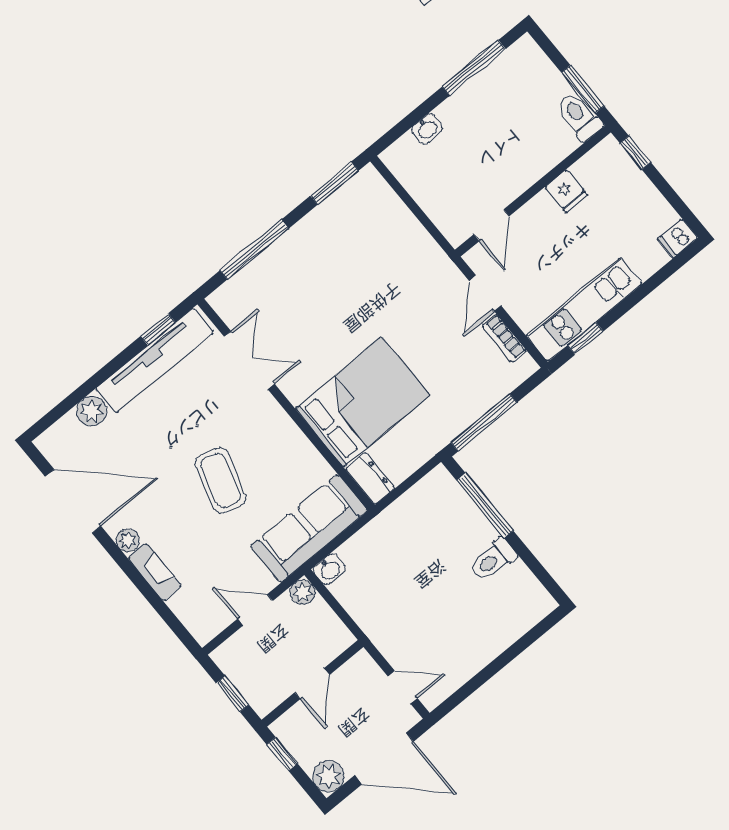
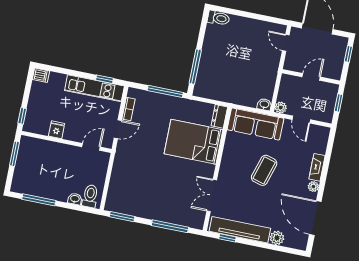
toilet: (579, 116) -> (90, 196), moved, turned 180
toilet: (493, 560) -> (219, 18), moved
window: (282, 754) -> (348, 54), moved
plant: (329, 776) -> (340, 44), removed

